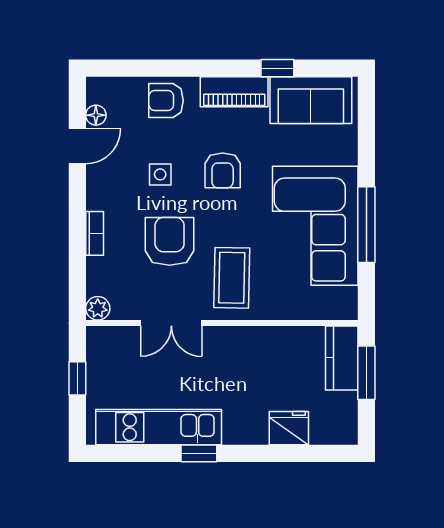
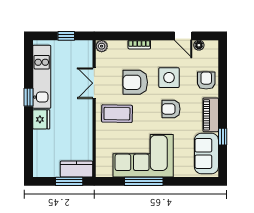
side table: (160, 174) -> (169, 78), width x1.87, depth x1.87
armchair: (170, 241) -> (135, 82), turned 180
fridge: (289, 428) -> (41, 119), moved

